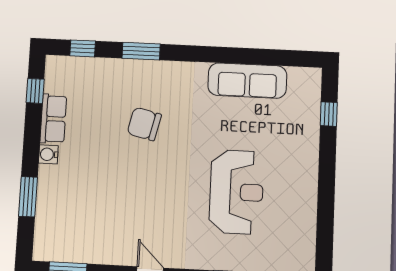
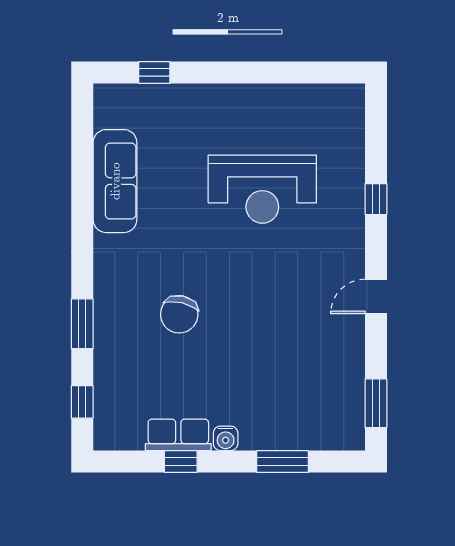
window: (35, 91) -> (181, 461), moved
reception desk: (236, 192) -> (262, 189), turned 180

